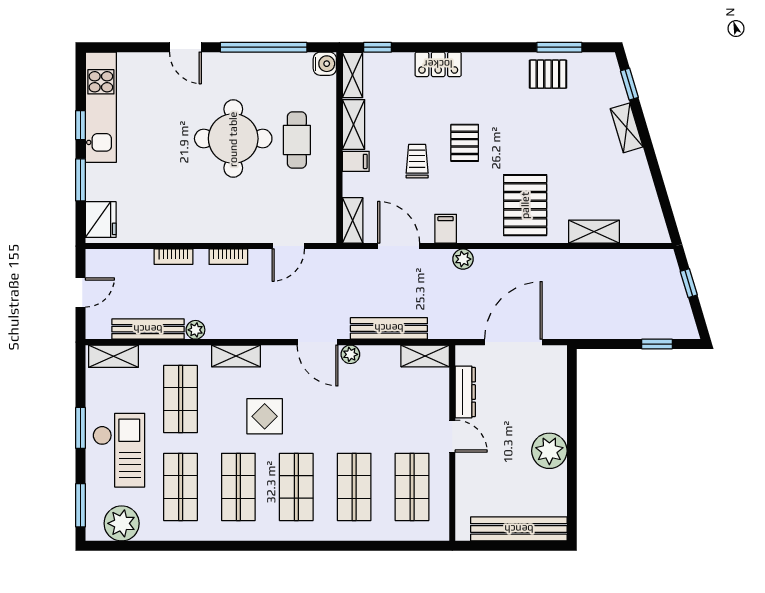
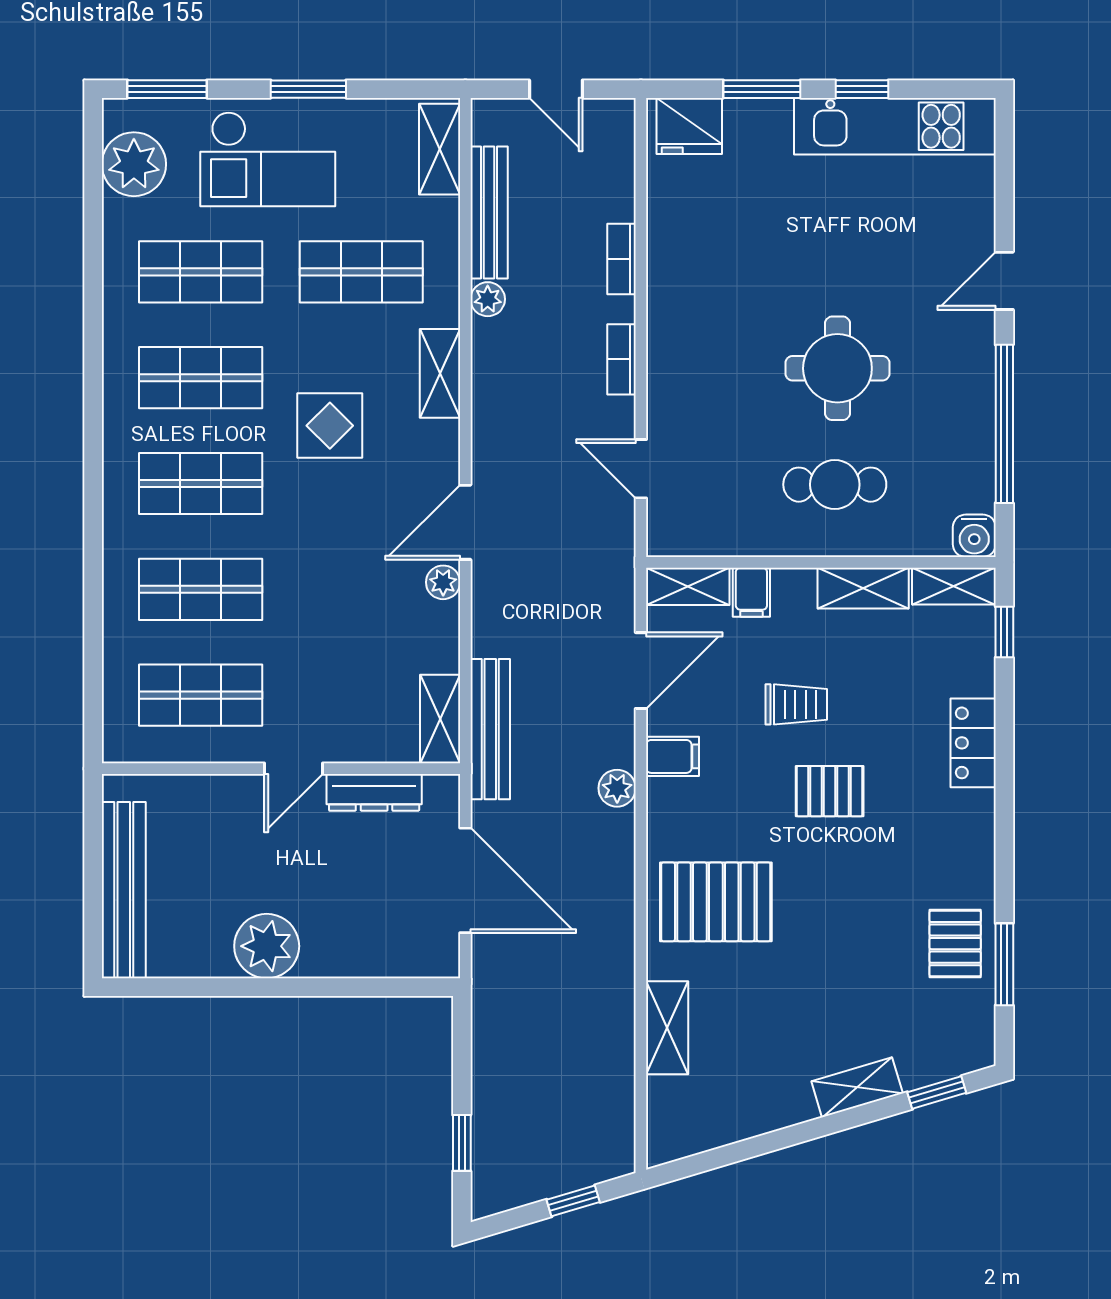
round table: (233, 139) -> (837, 368), width x0.73, depth x0.73
filing cabinet: (356, 161) -> (751, 592), moved
bench: (389, 328) -> (490, 729), moved

